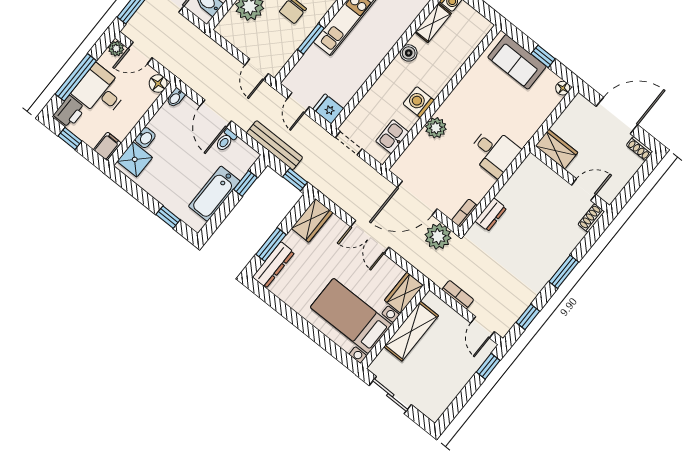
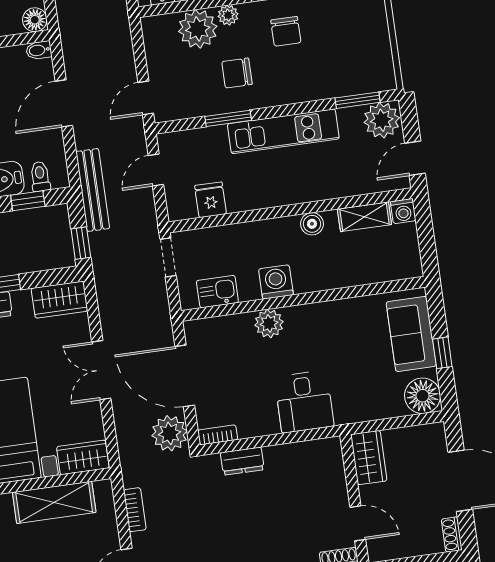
floor lamp: (563, 88) -> (423, 396), width x1.89, depth x1.89
fridge: (328, 109) -> (211, 200), moved
toilet: (226, 140) -> (40, 176), moved, turned 90

